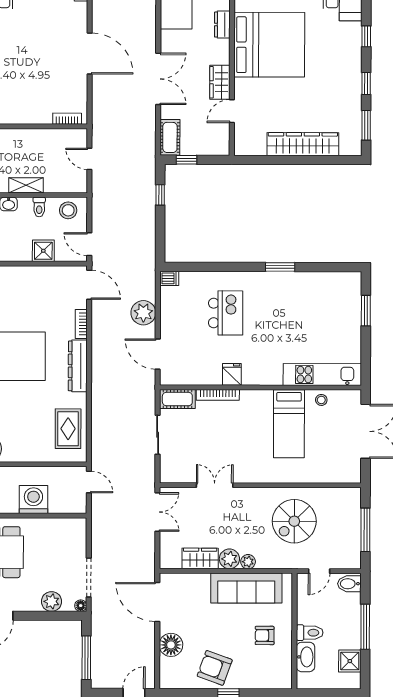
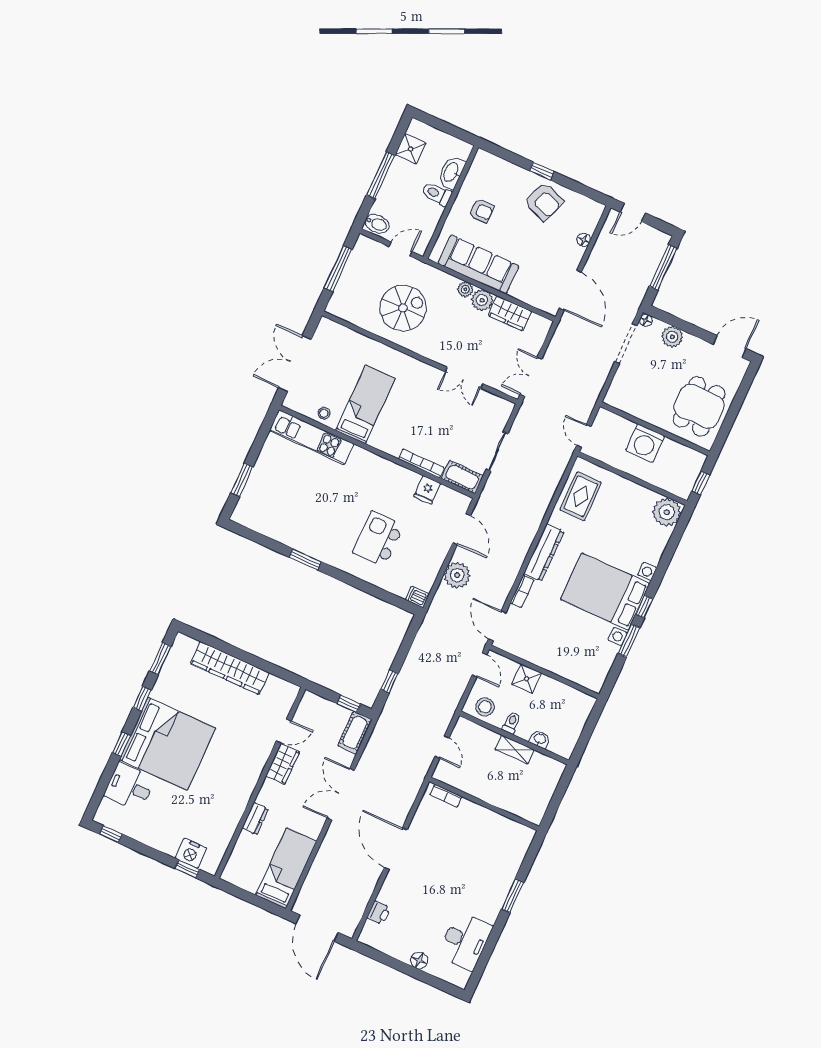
bed: (269, 45) -> (168, 744), moved, turned 180
fridge: (232, 374) -> (427, 490), moved
floor lamp: (171, 645) -> (584, 240), width x0.53, depth x0.53

